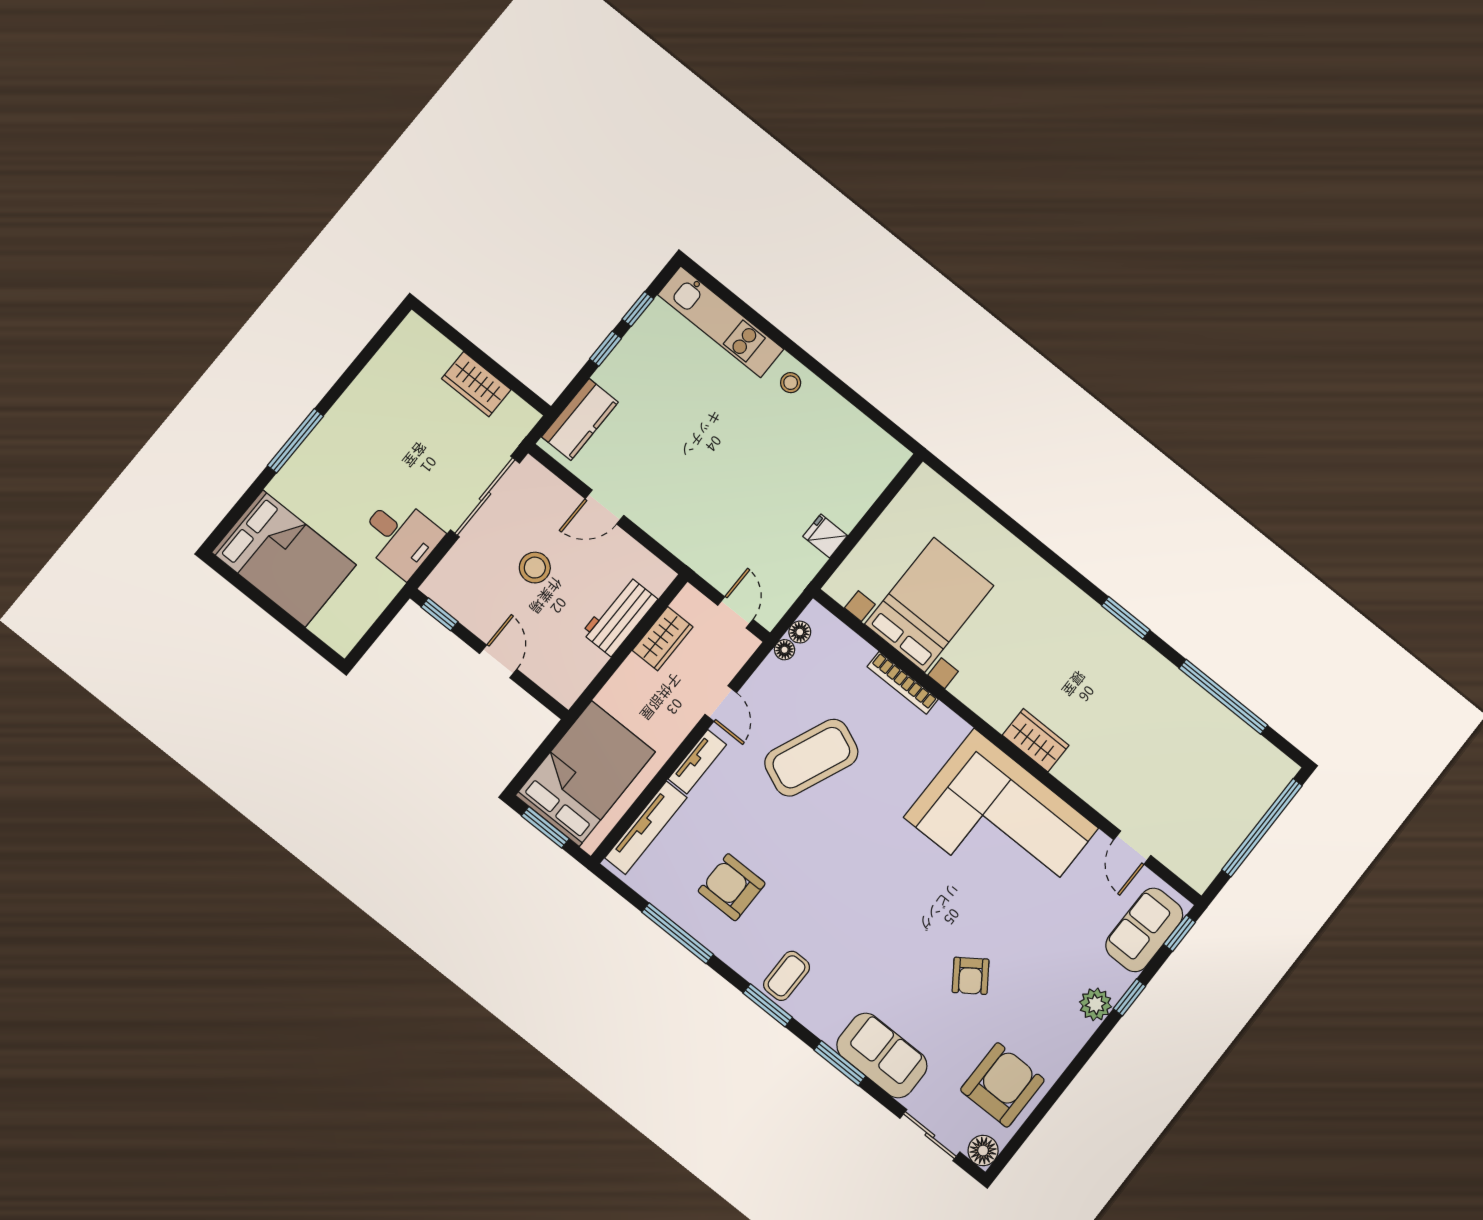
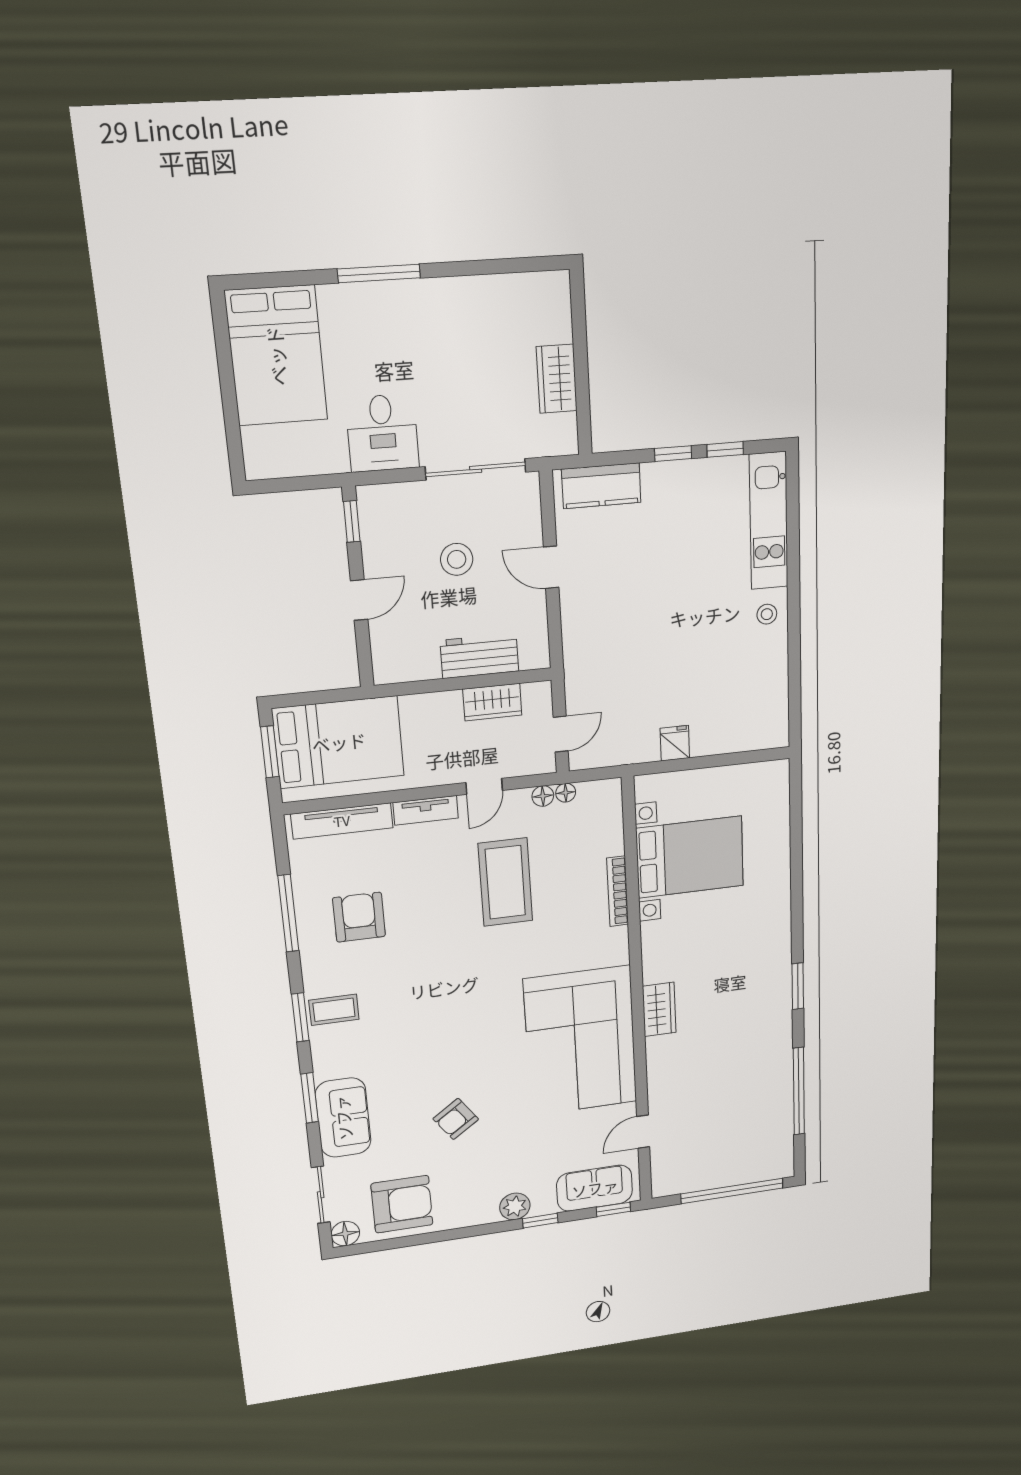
floor lamp: (800, 632) -> (543, 796), moved
coffee table: (811, 758) -> (505, 882), turned 67

